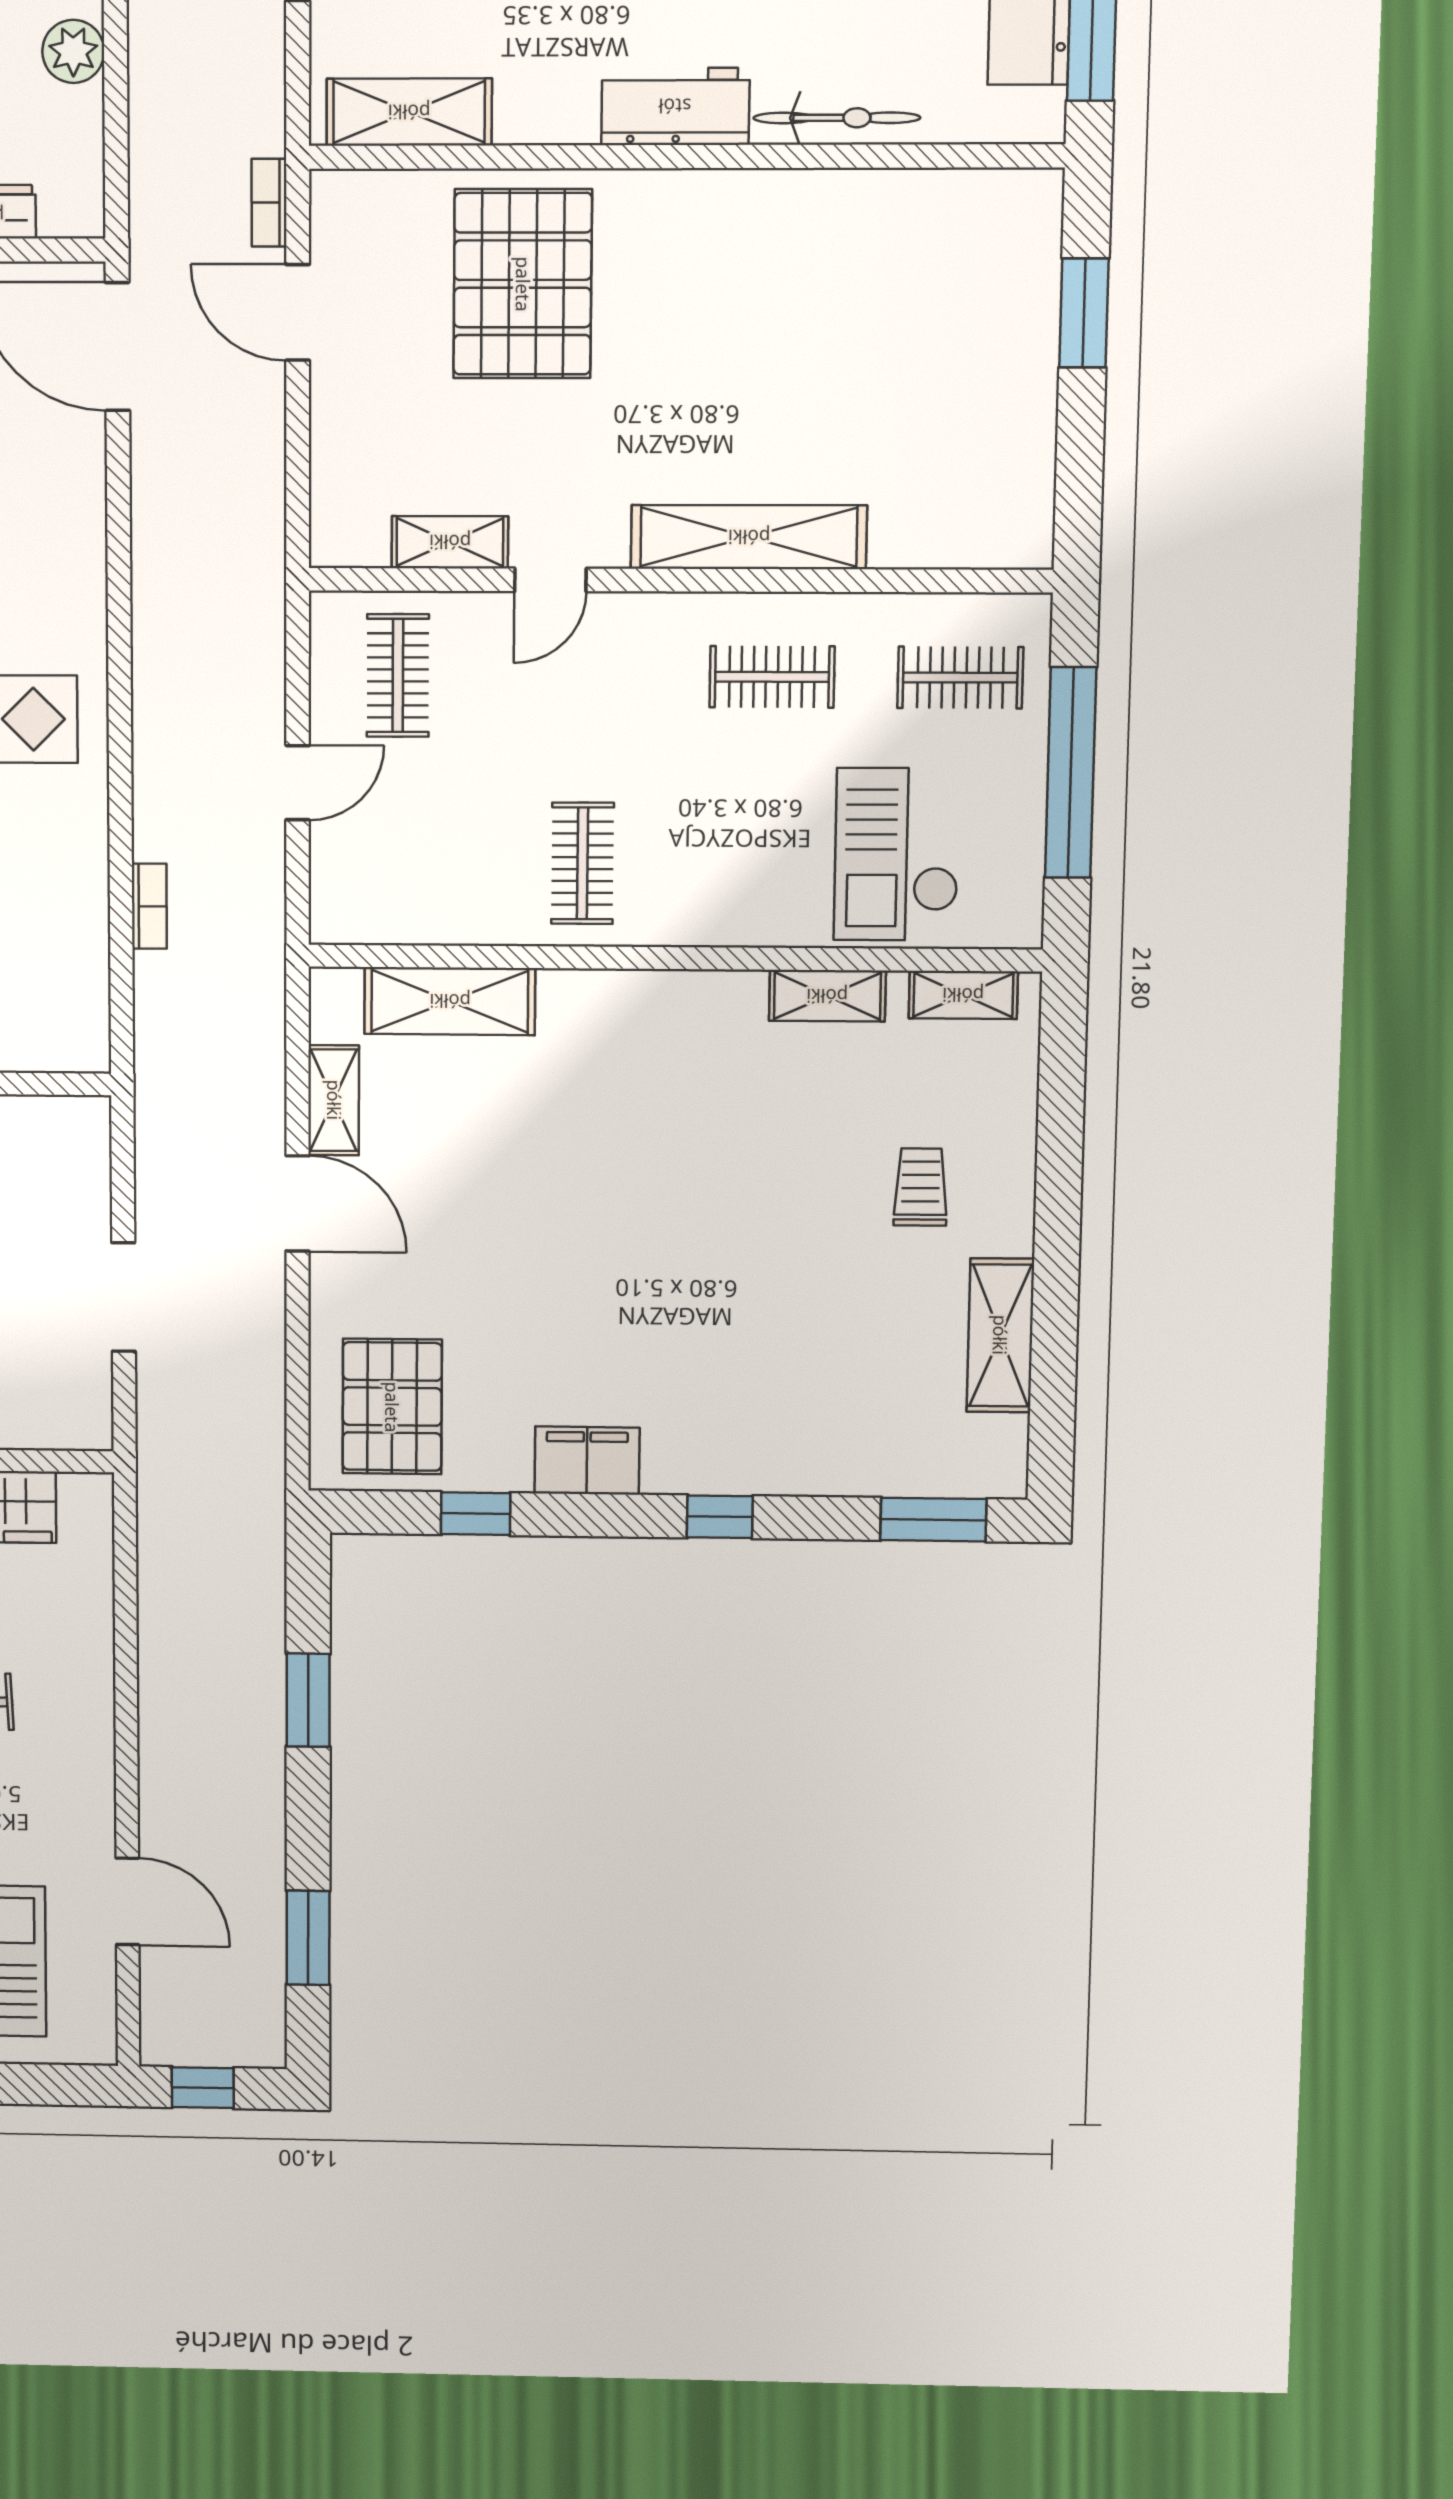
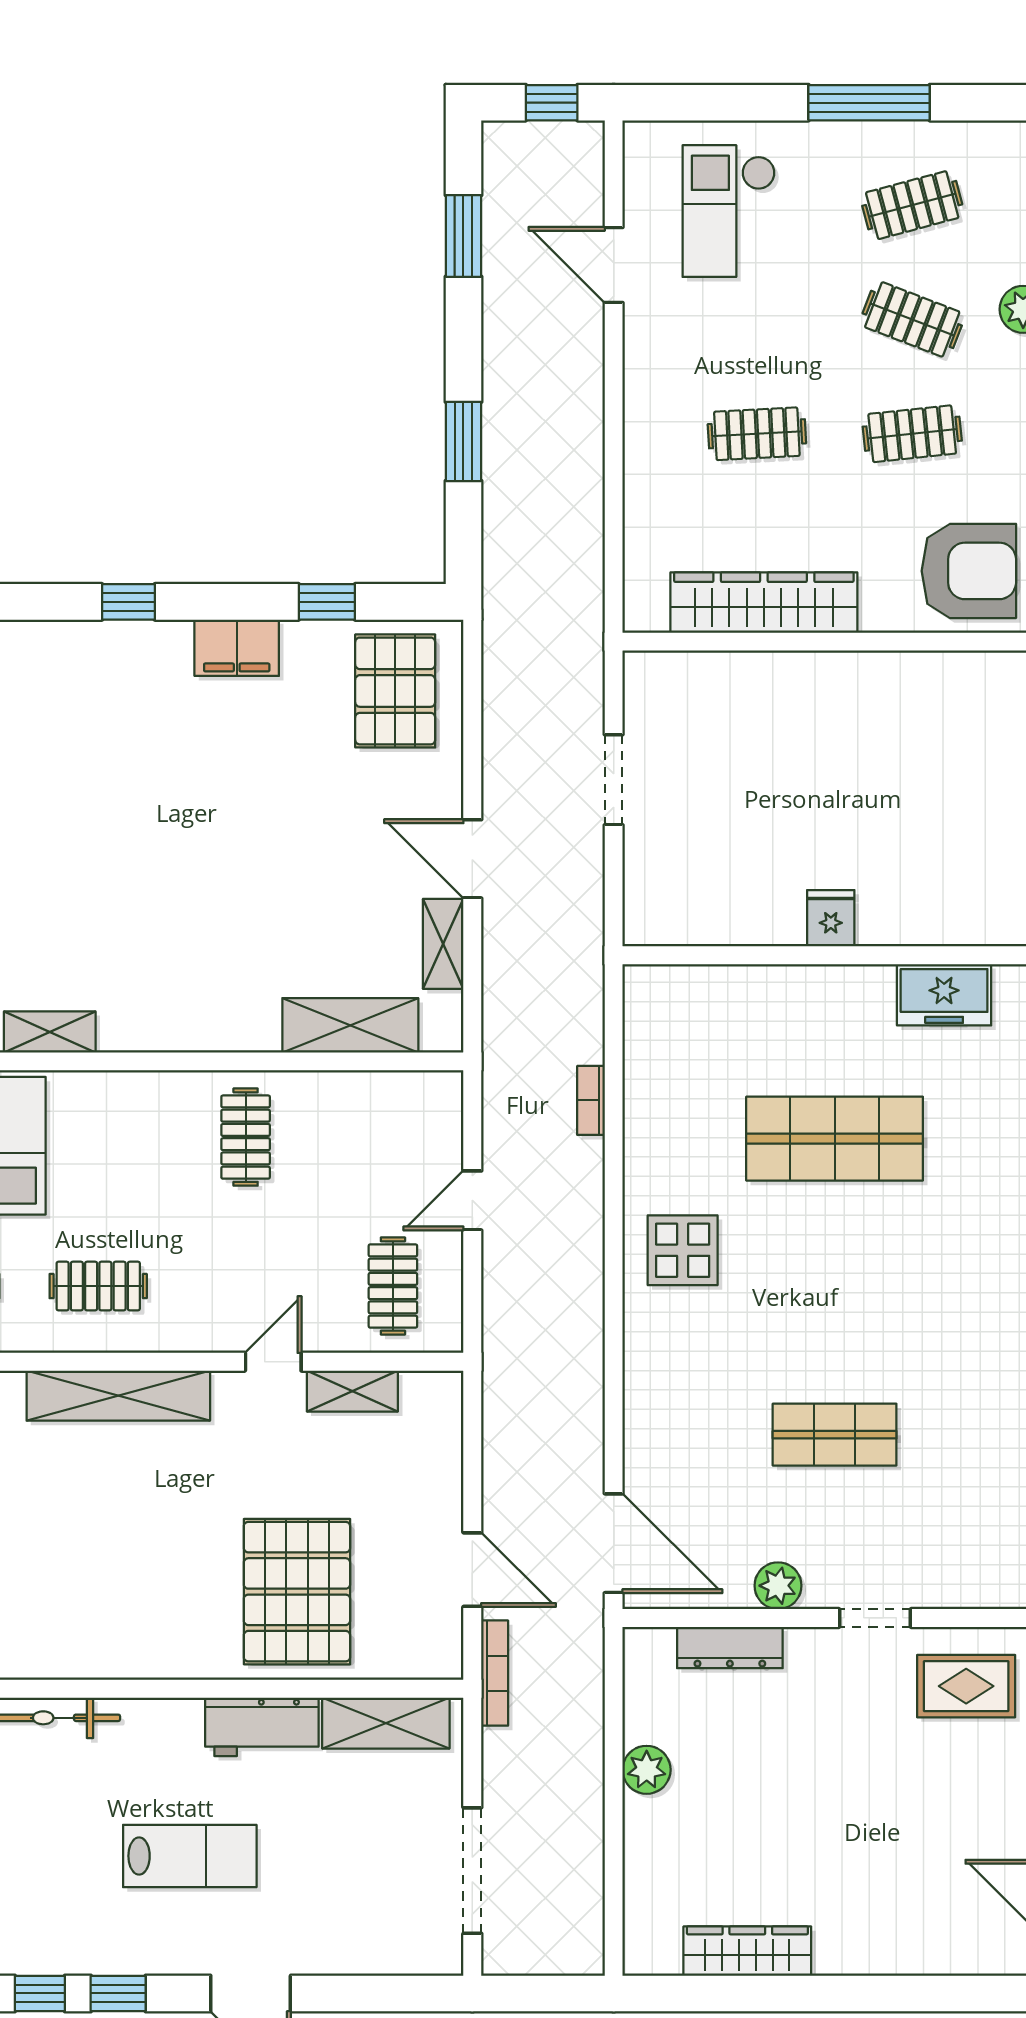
workbench: (675, 106) -> (262, 1727), moved
bookcase: (269, 203) -> (495, 1673), width x1.56

